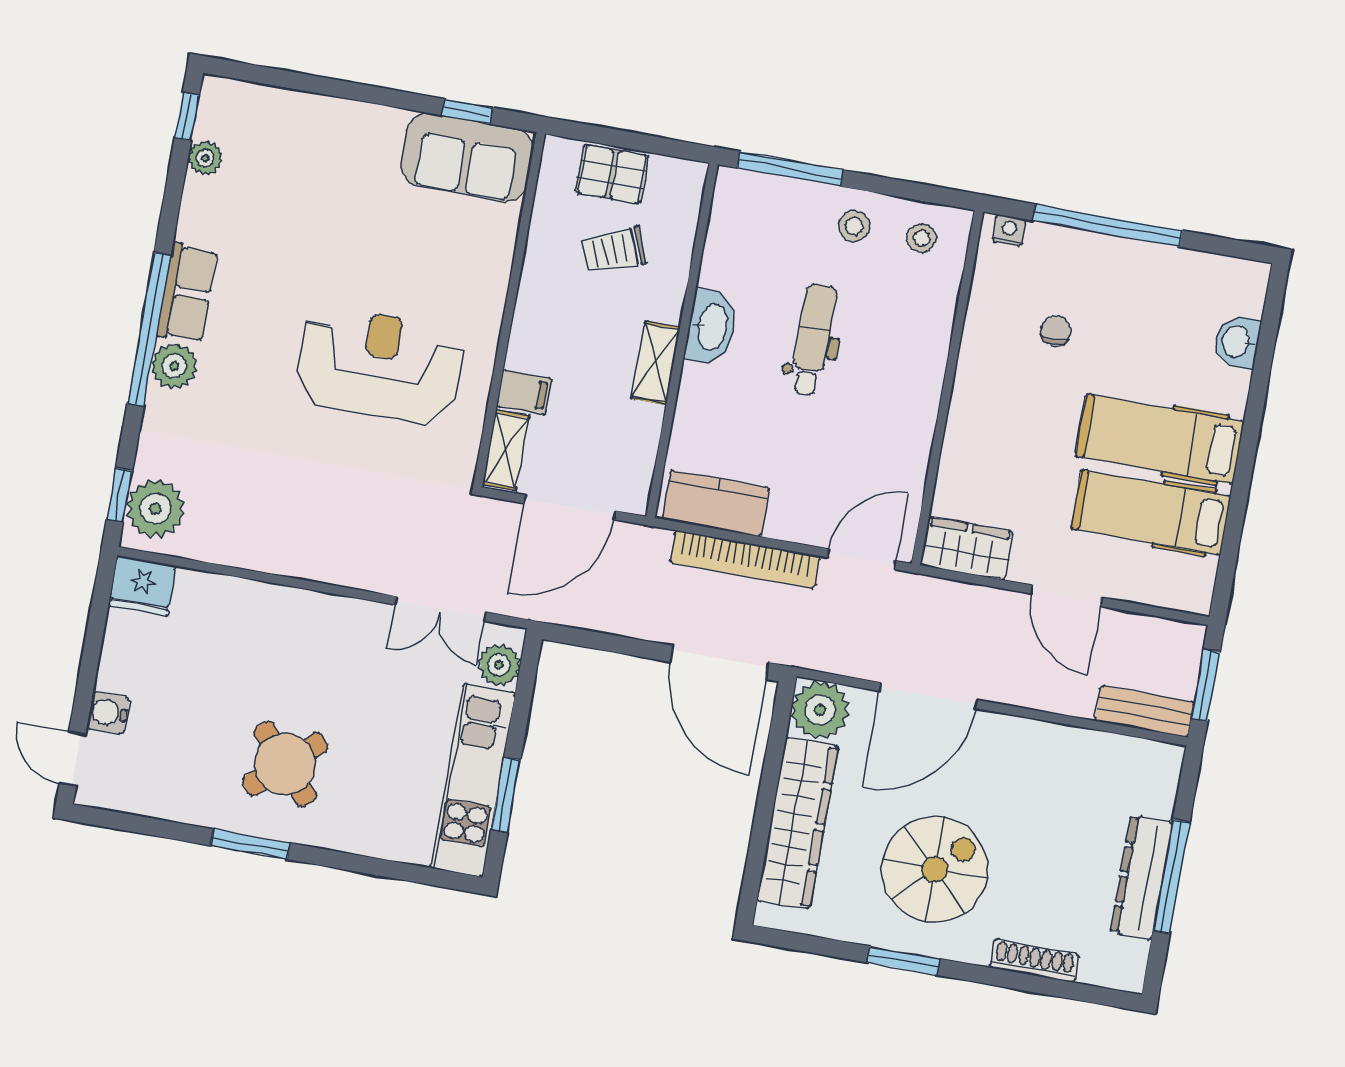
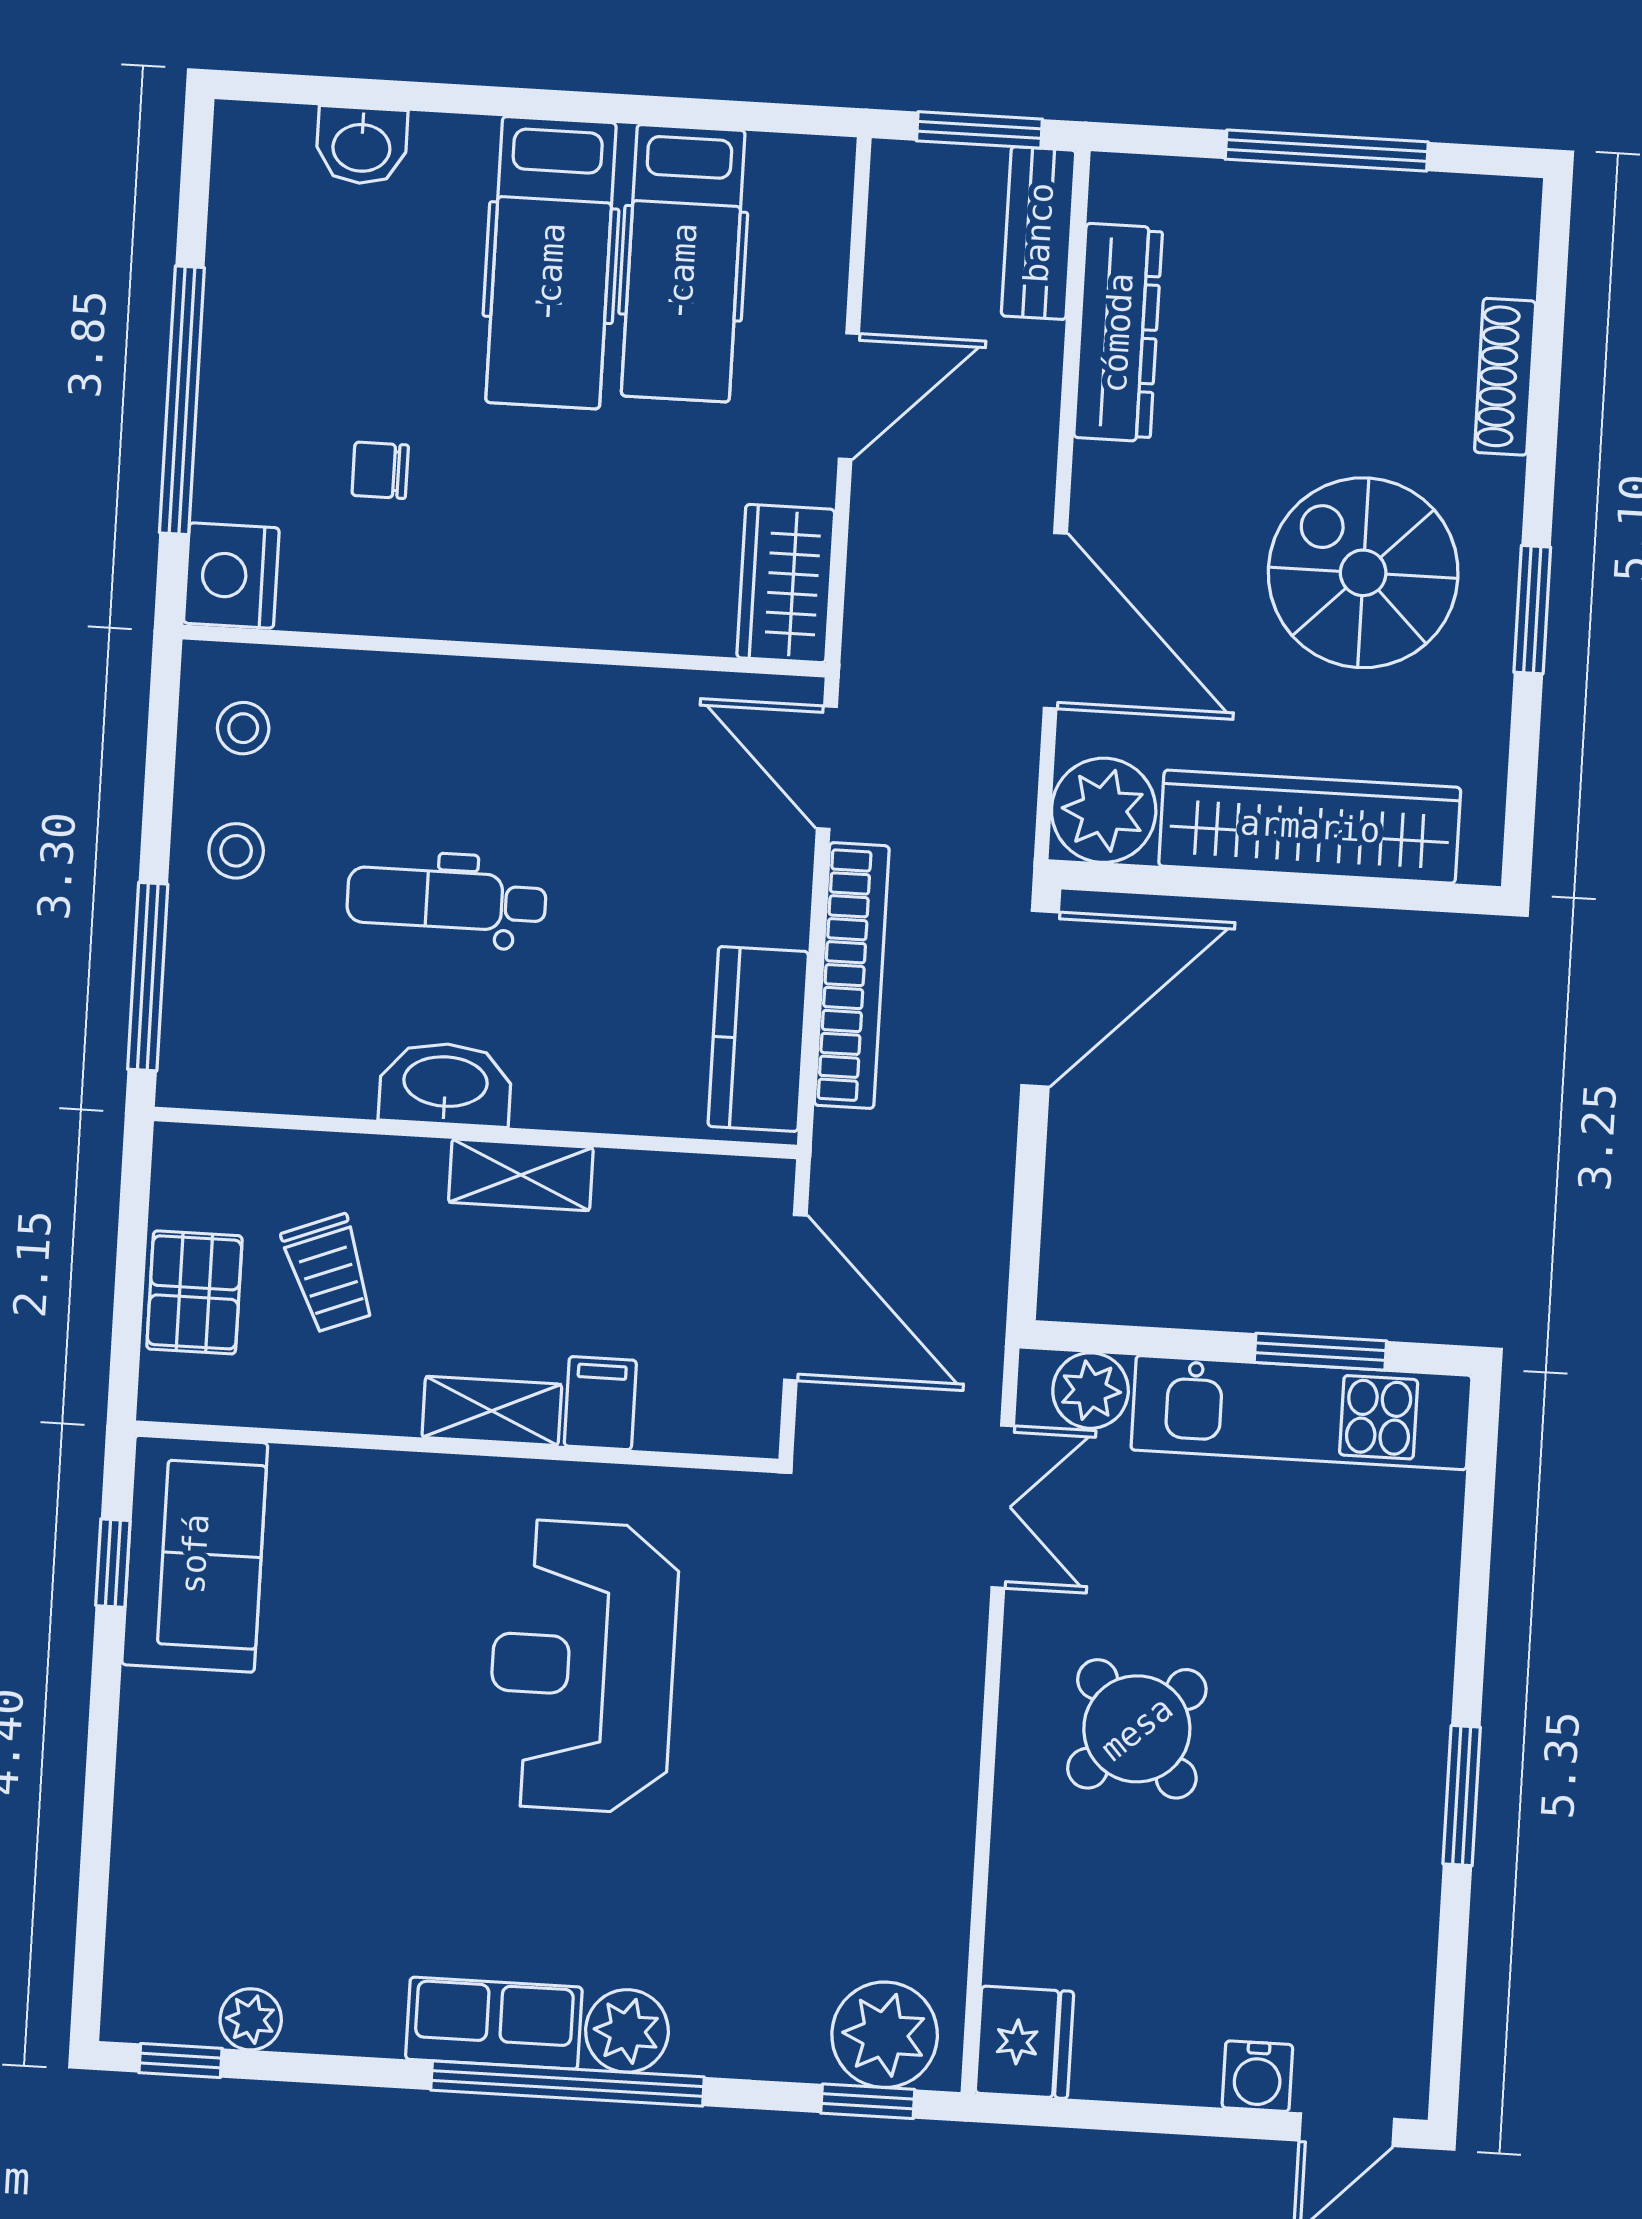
nightstand: (1009, 230) -> (231, 576), width x1.89, depth x1.79
shelving: (506, 450) -> (492, 1411), moved
round table: (285, 764) -> (1137, 1729), moved
dresser: (1141, 877) -> (1118, 333), moved, turned -90

